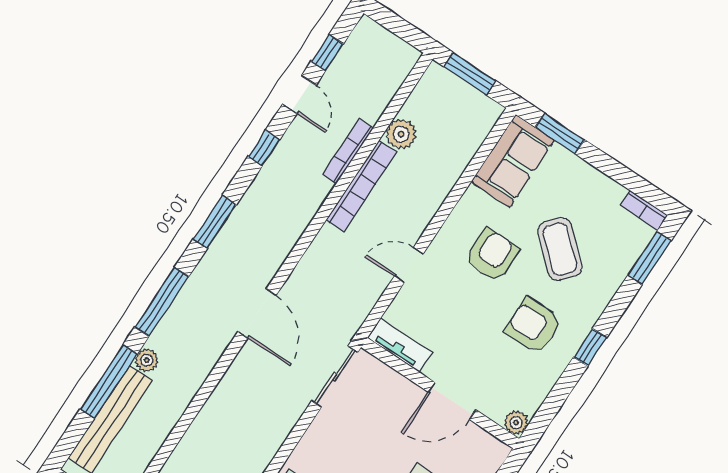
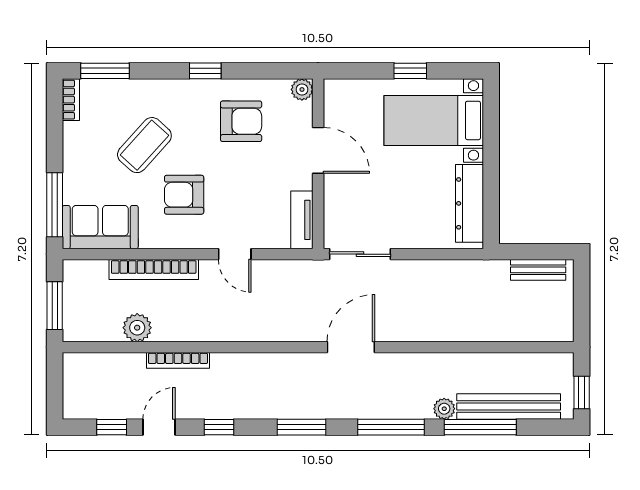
window: (560, 133) -> (55, 205), width x1.44
bookcase: (361, 186) -> (154, 269), moved, turned 180
armchair: (534, 326) -> (241, 121), moved, turned -90

